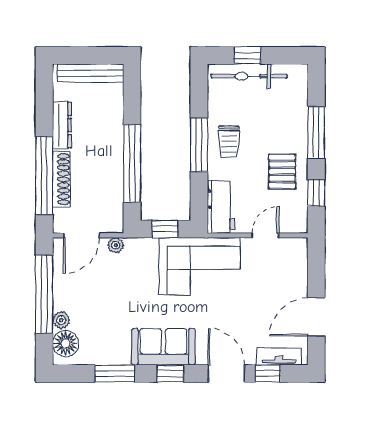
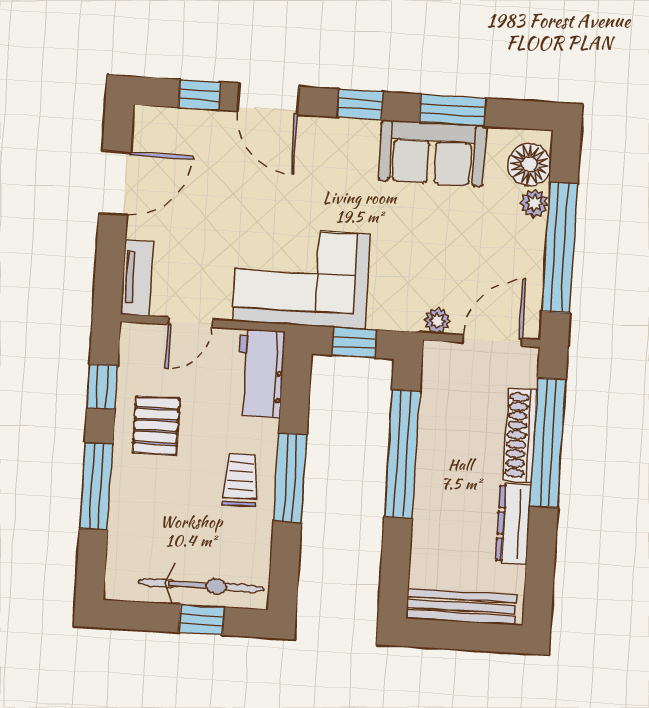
sofa: (163, 347) -> (432, 153), moved
tv unit: (279, 356) -> (137, 278), moved, turned -90

